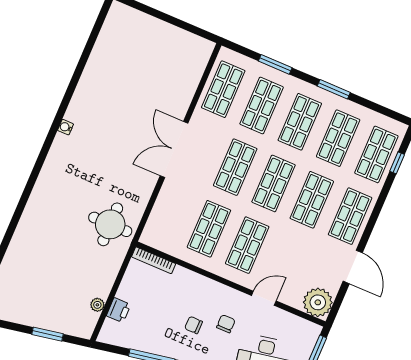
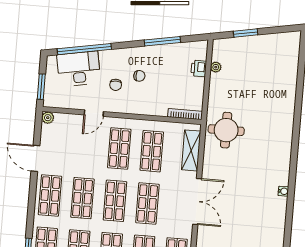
shelving: (161, 214) -> (191, 150), added
plant: (318, 302) -> (48, 118), width x0.53, depth x0.53

